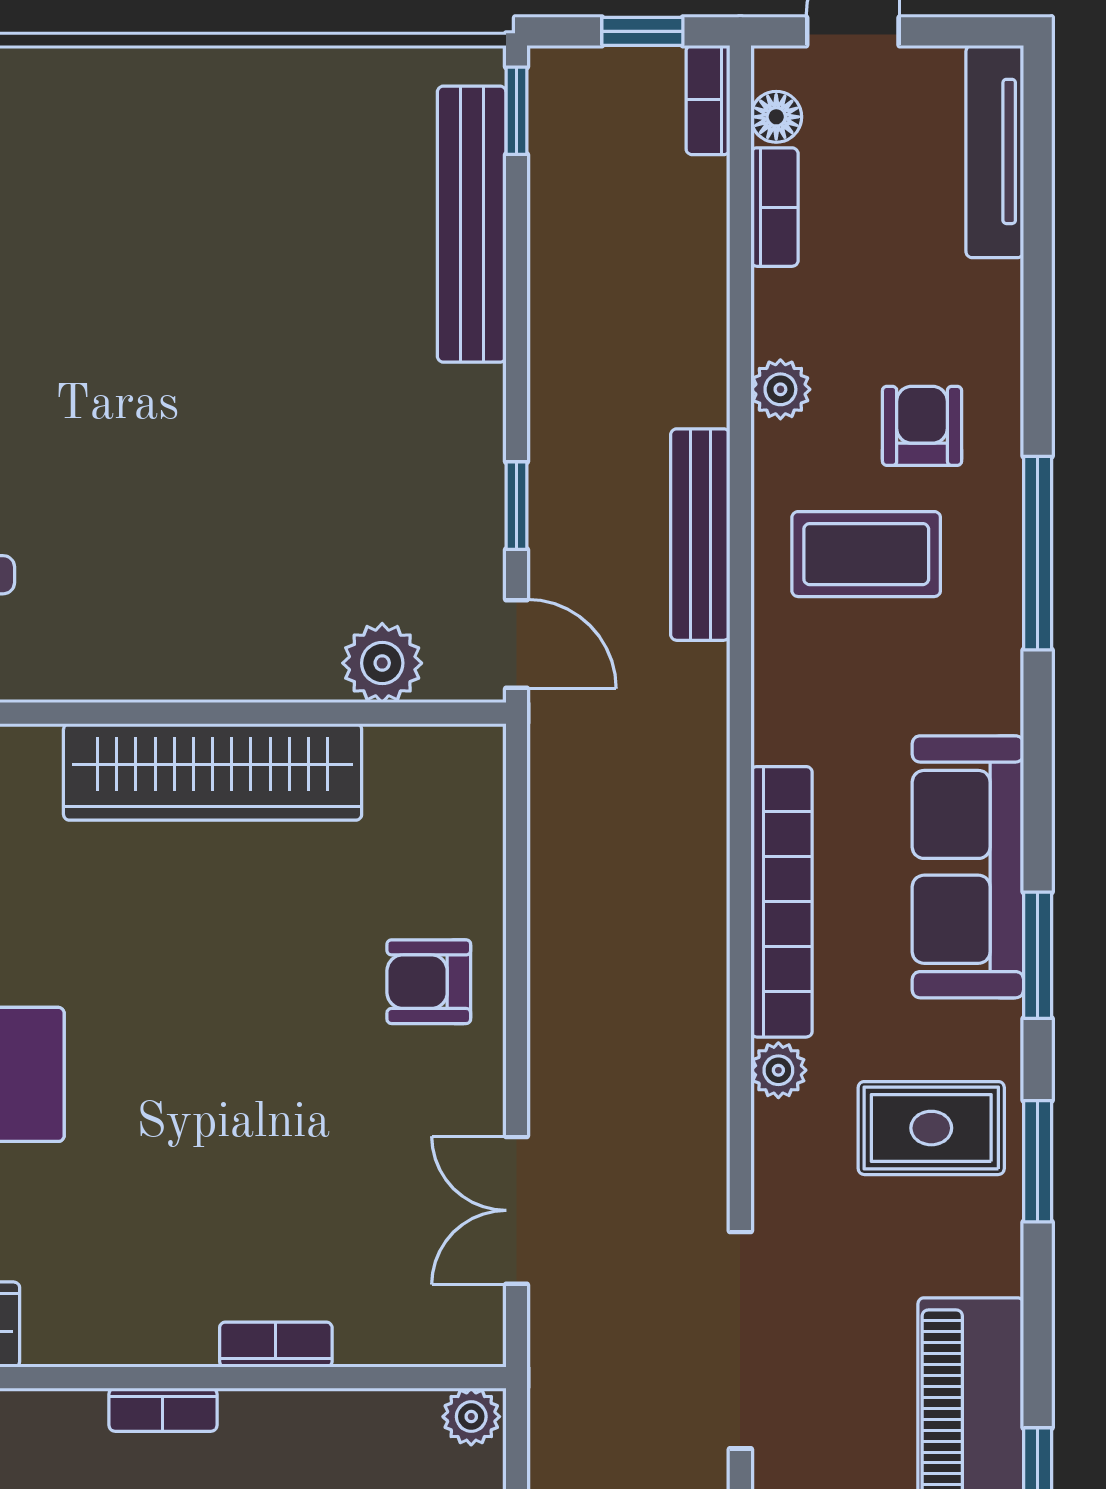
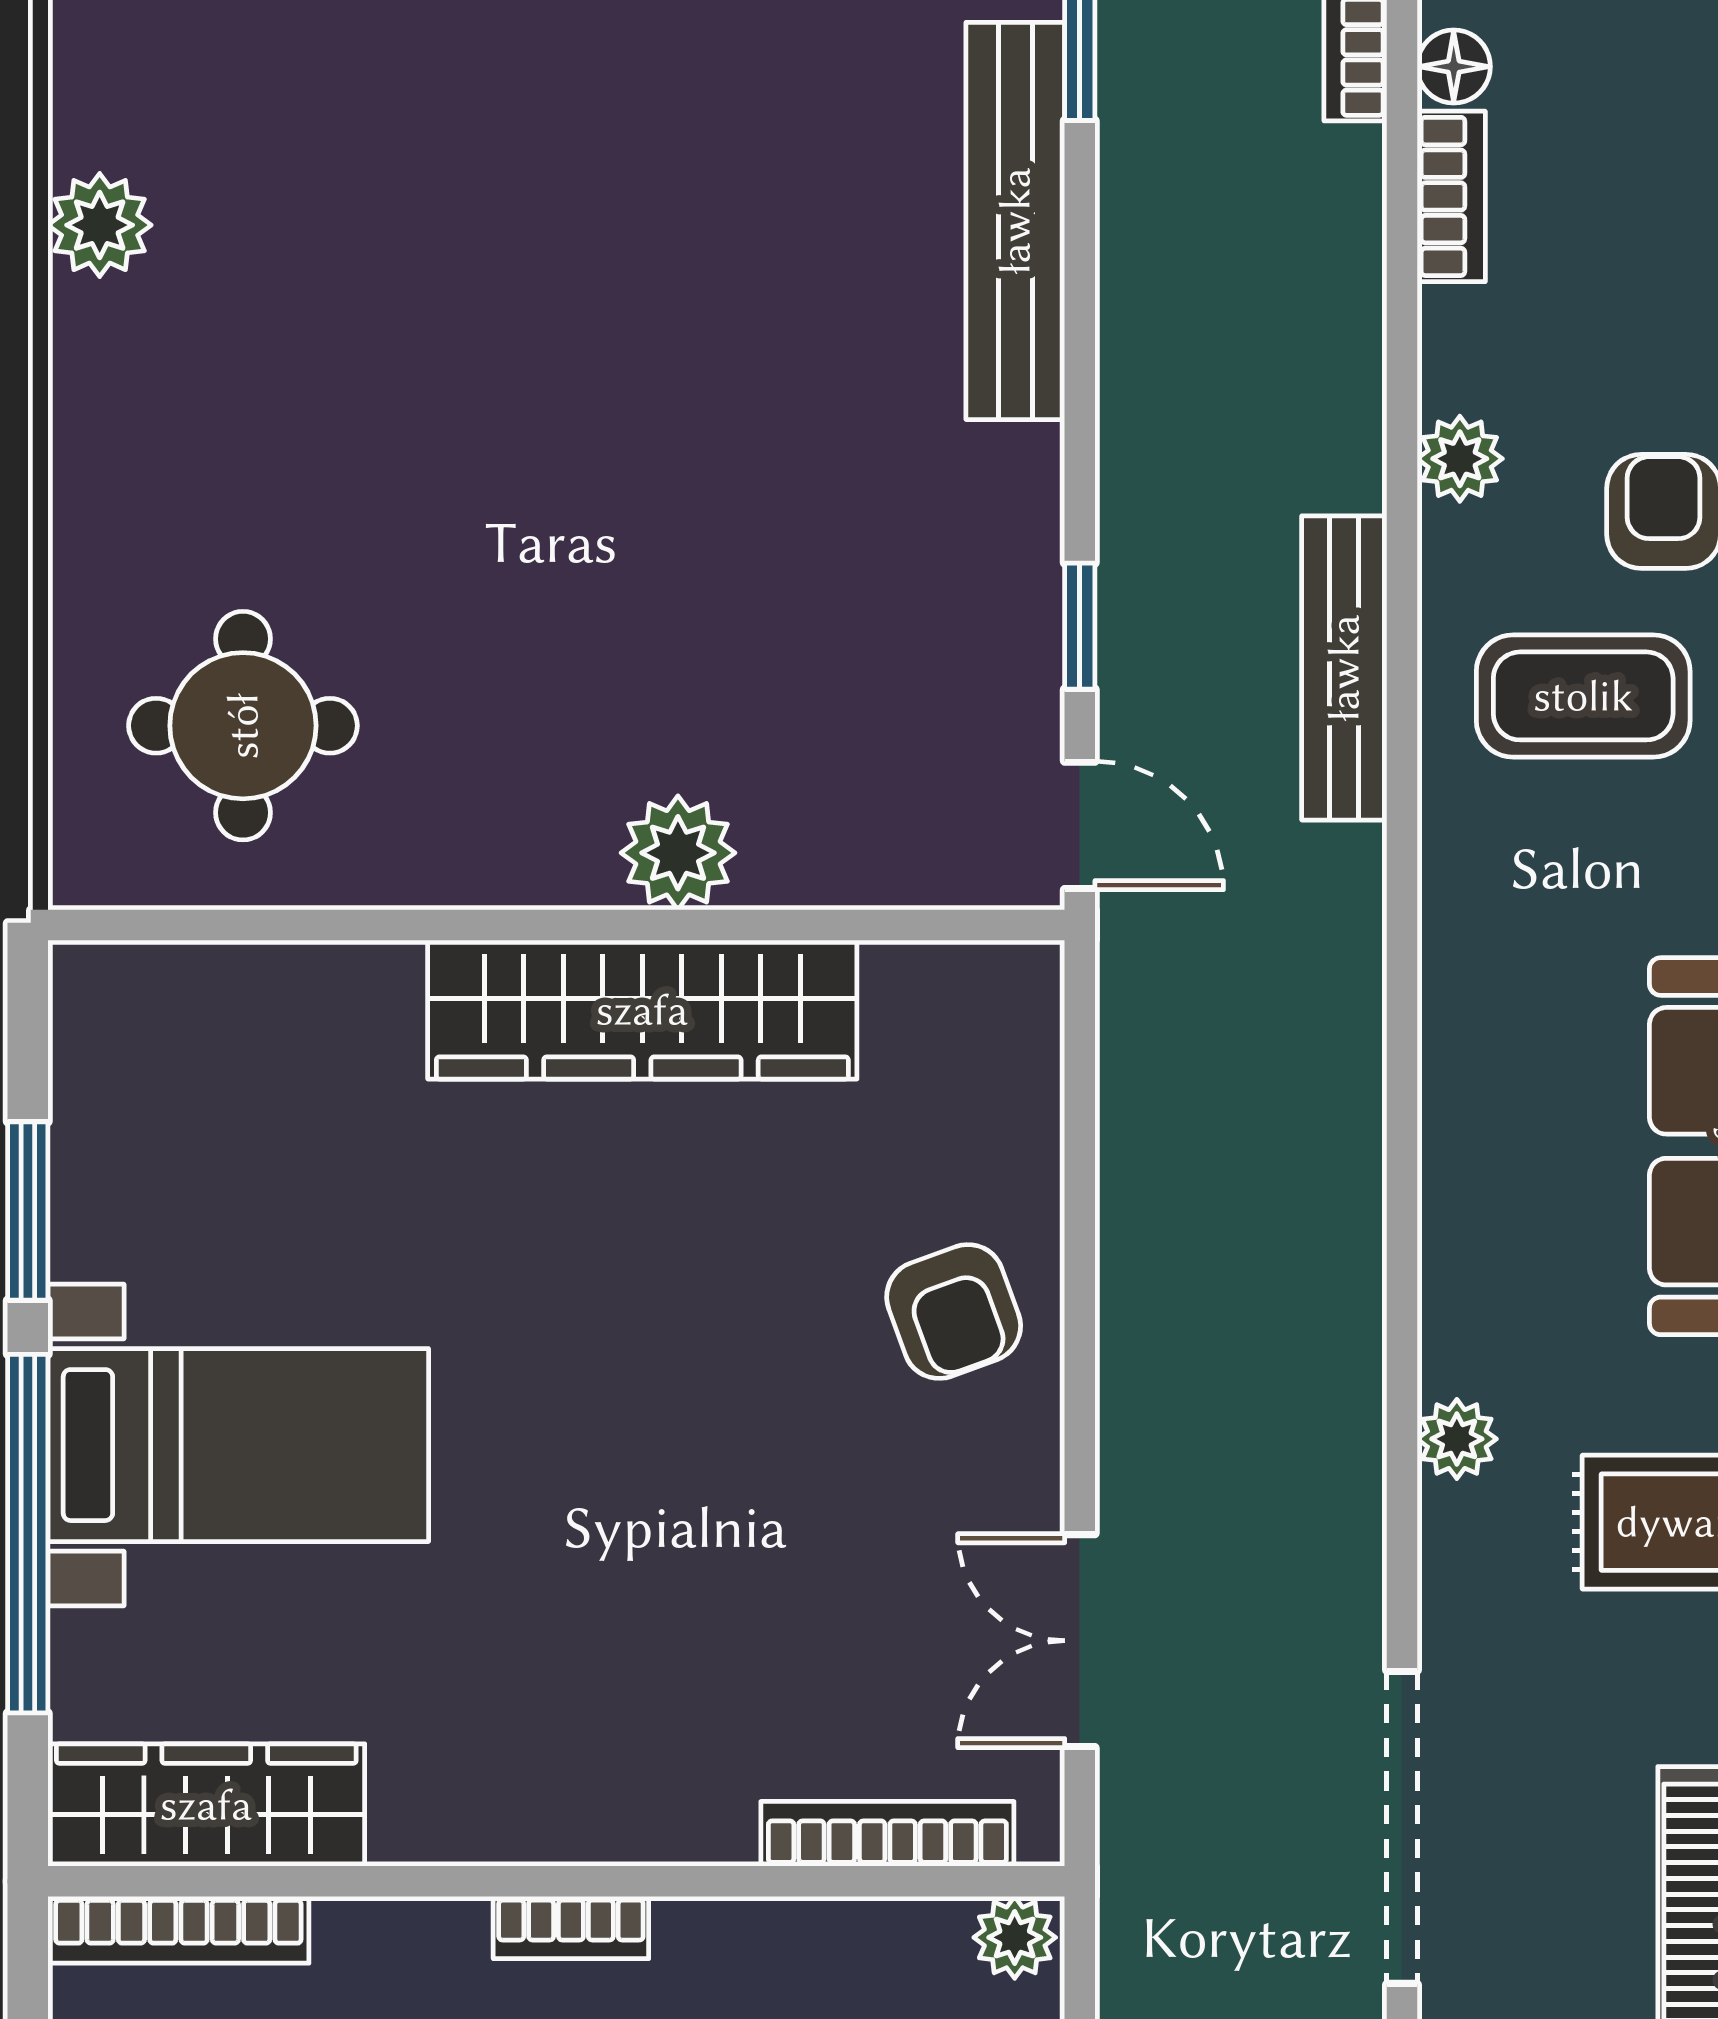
plant: (382, 663) -> (678, 853), moved
bookcase: (781, 902) -> (1461, 1197), removed
armchair: (429, 982) -> (954, 1311), turned -110
bookcase: (276, 1345) -> (887, 1834), moved, width x1.56

